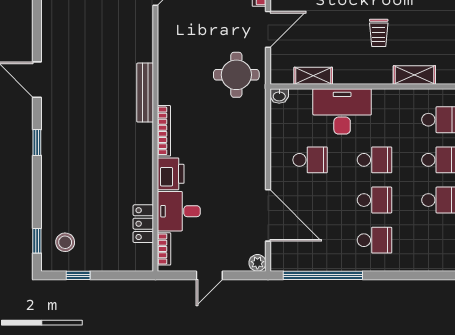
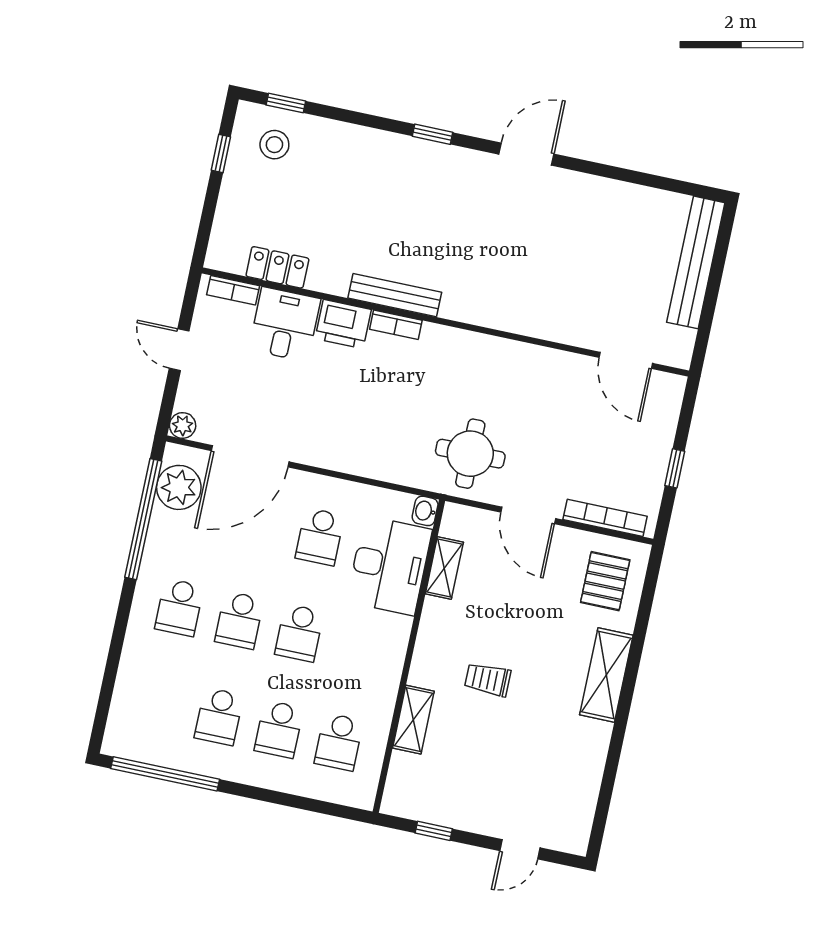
bench: (145, 93) -> (395, 295), moved
desk: (342, 111) -> (389, 566), moved
bookcase: (164, 131) -> (396, 325), width x0.64
plant: (298, 257) -> (179, 487), added

